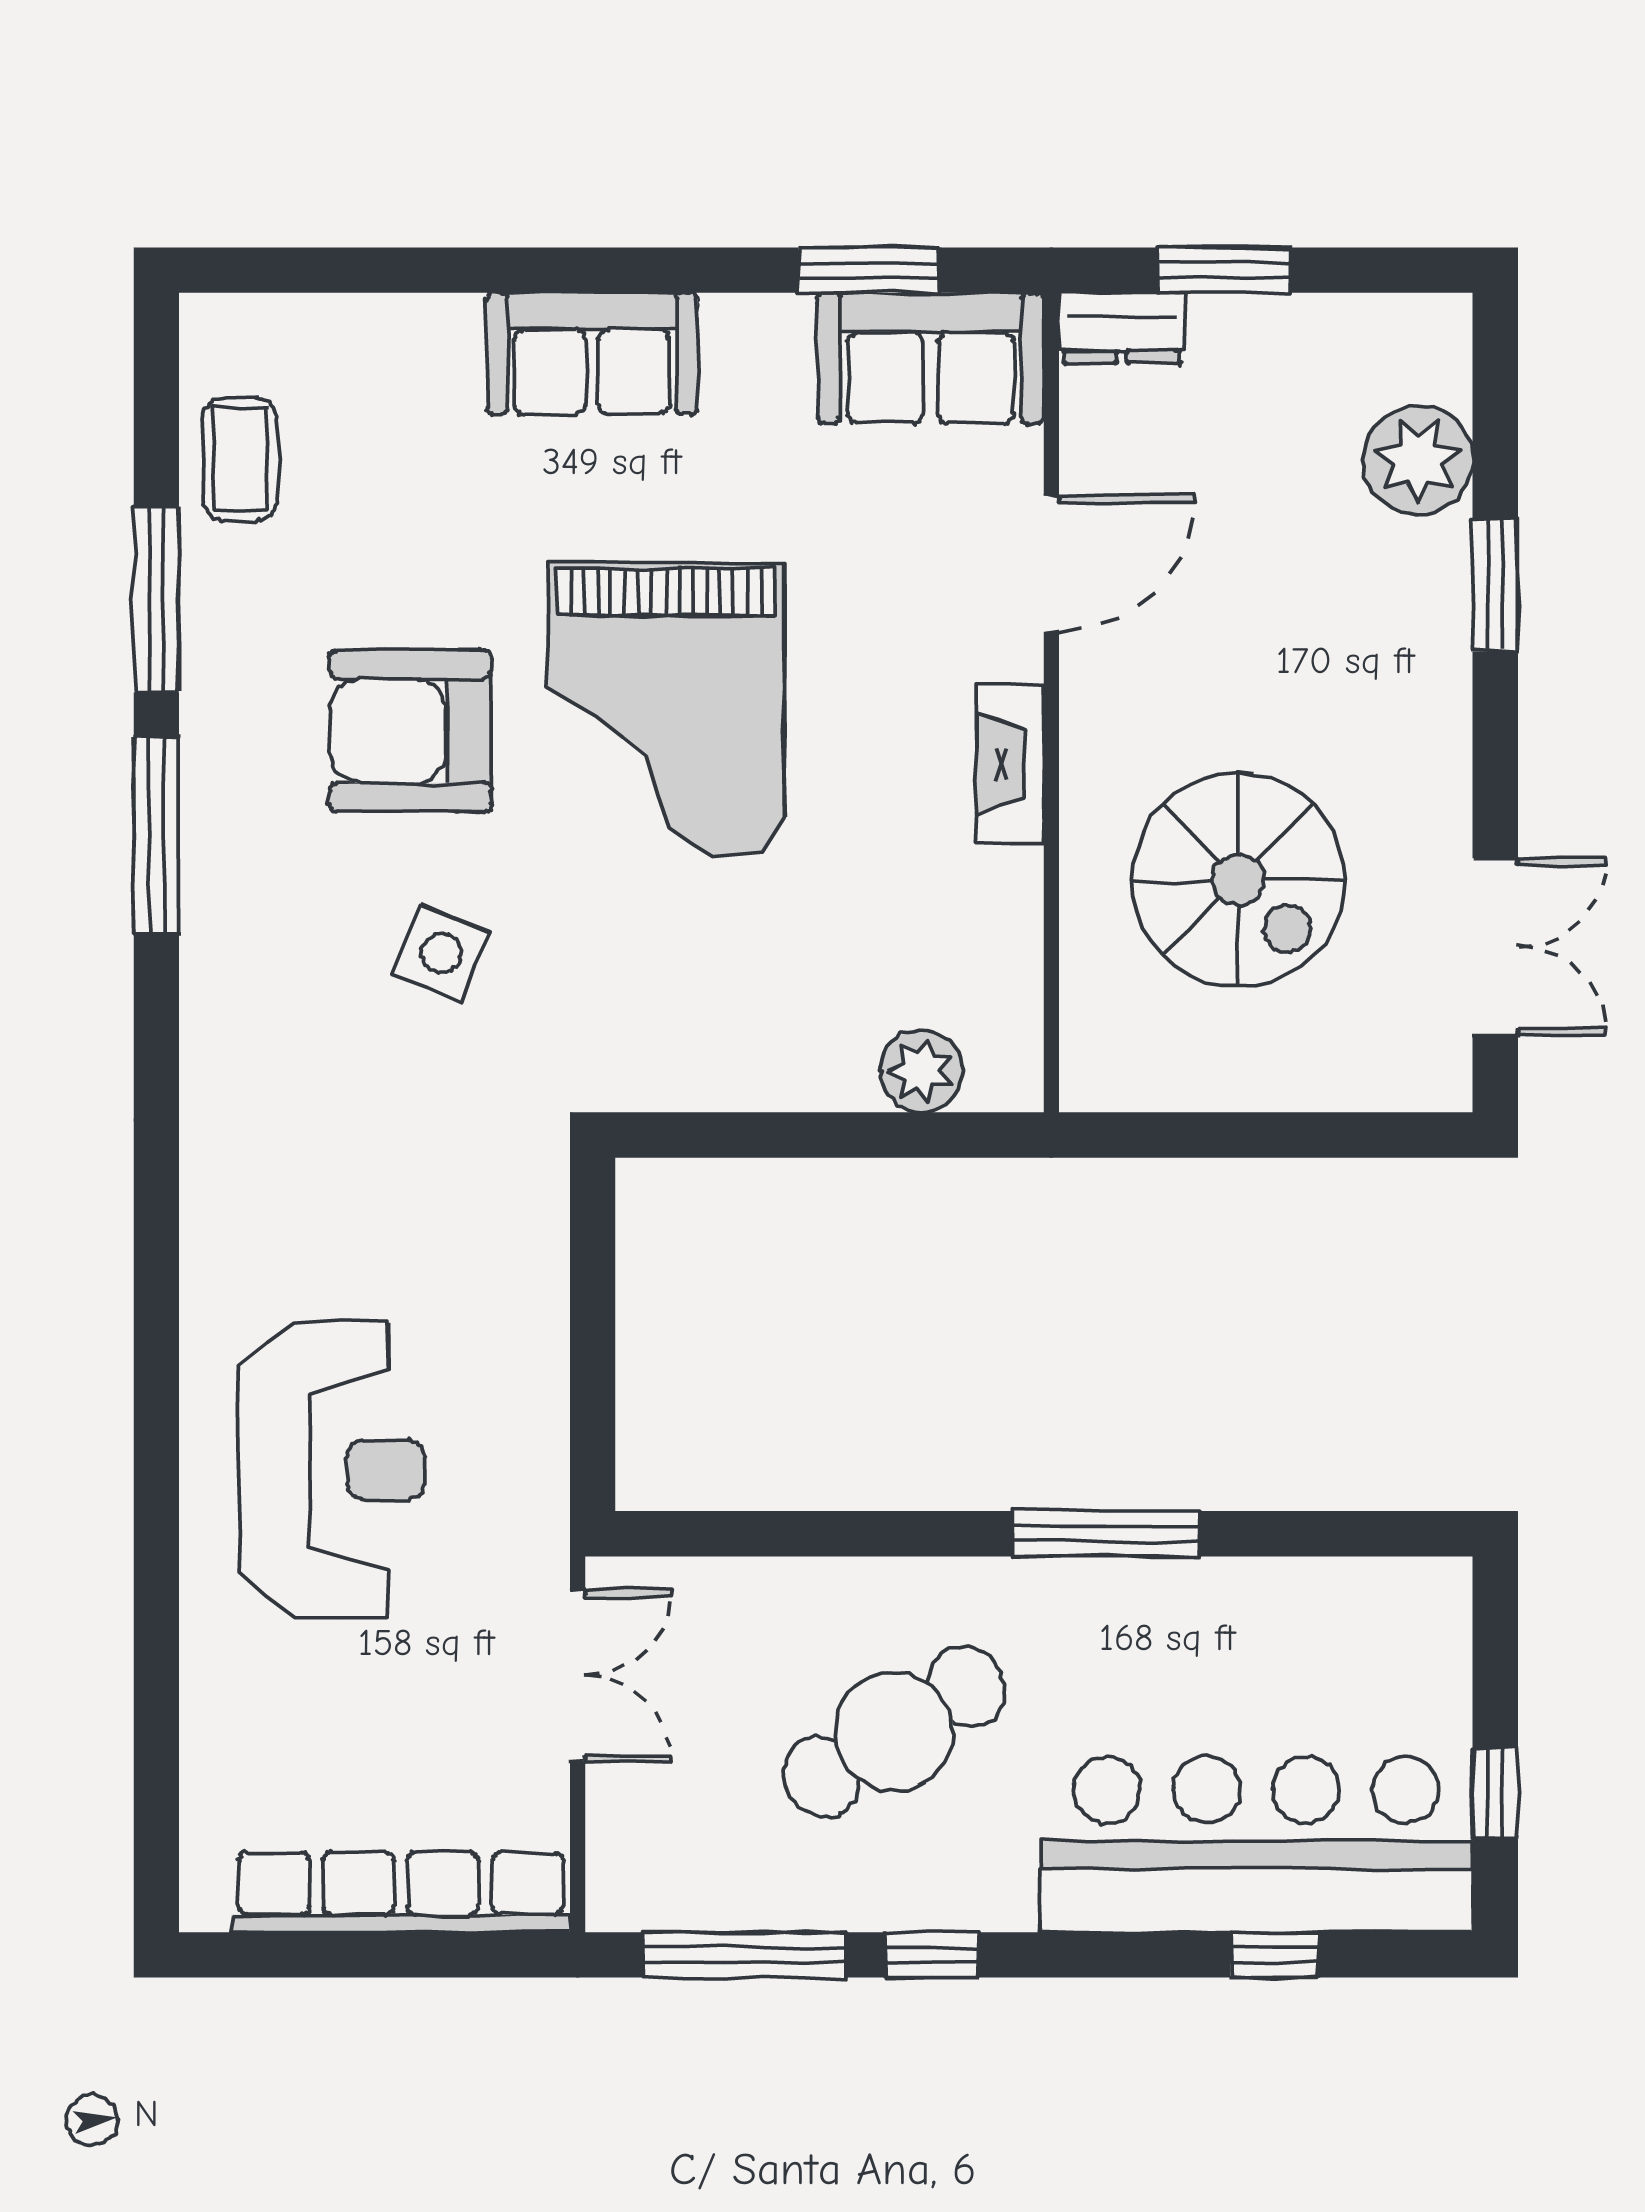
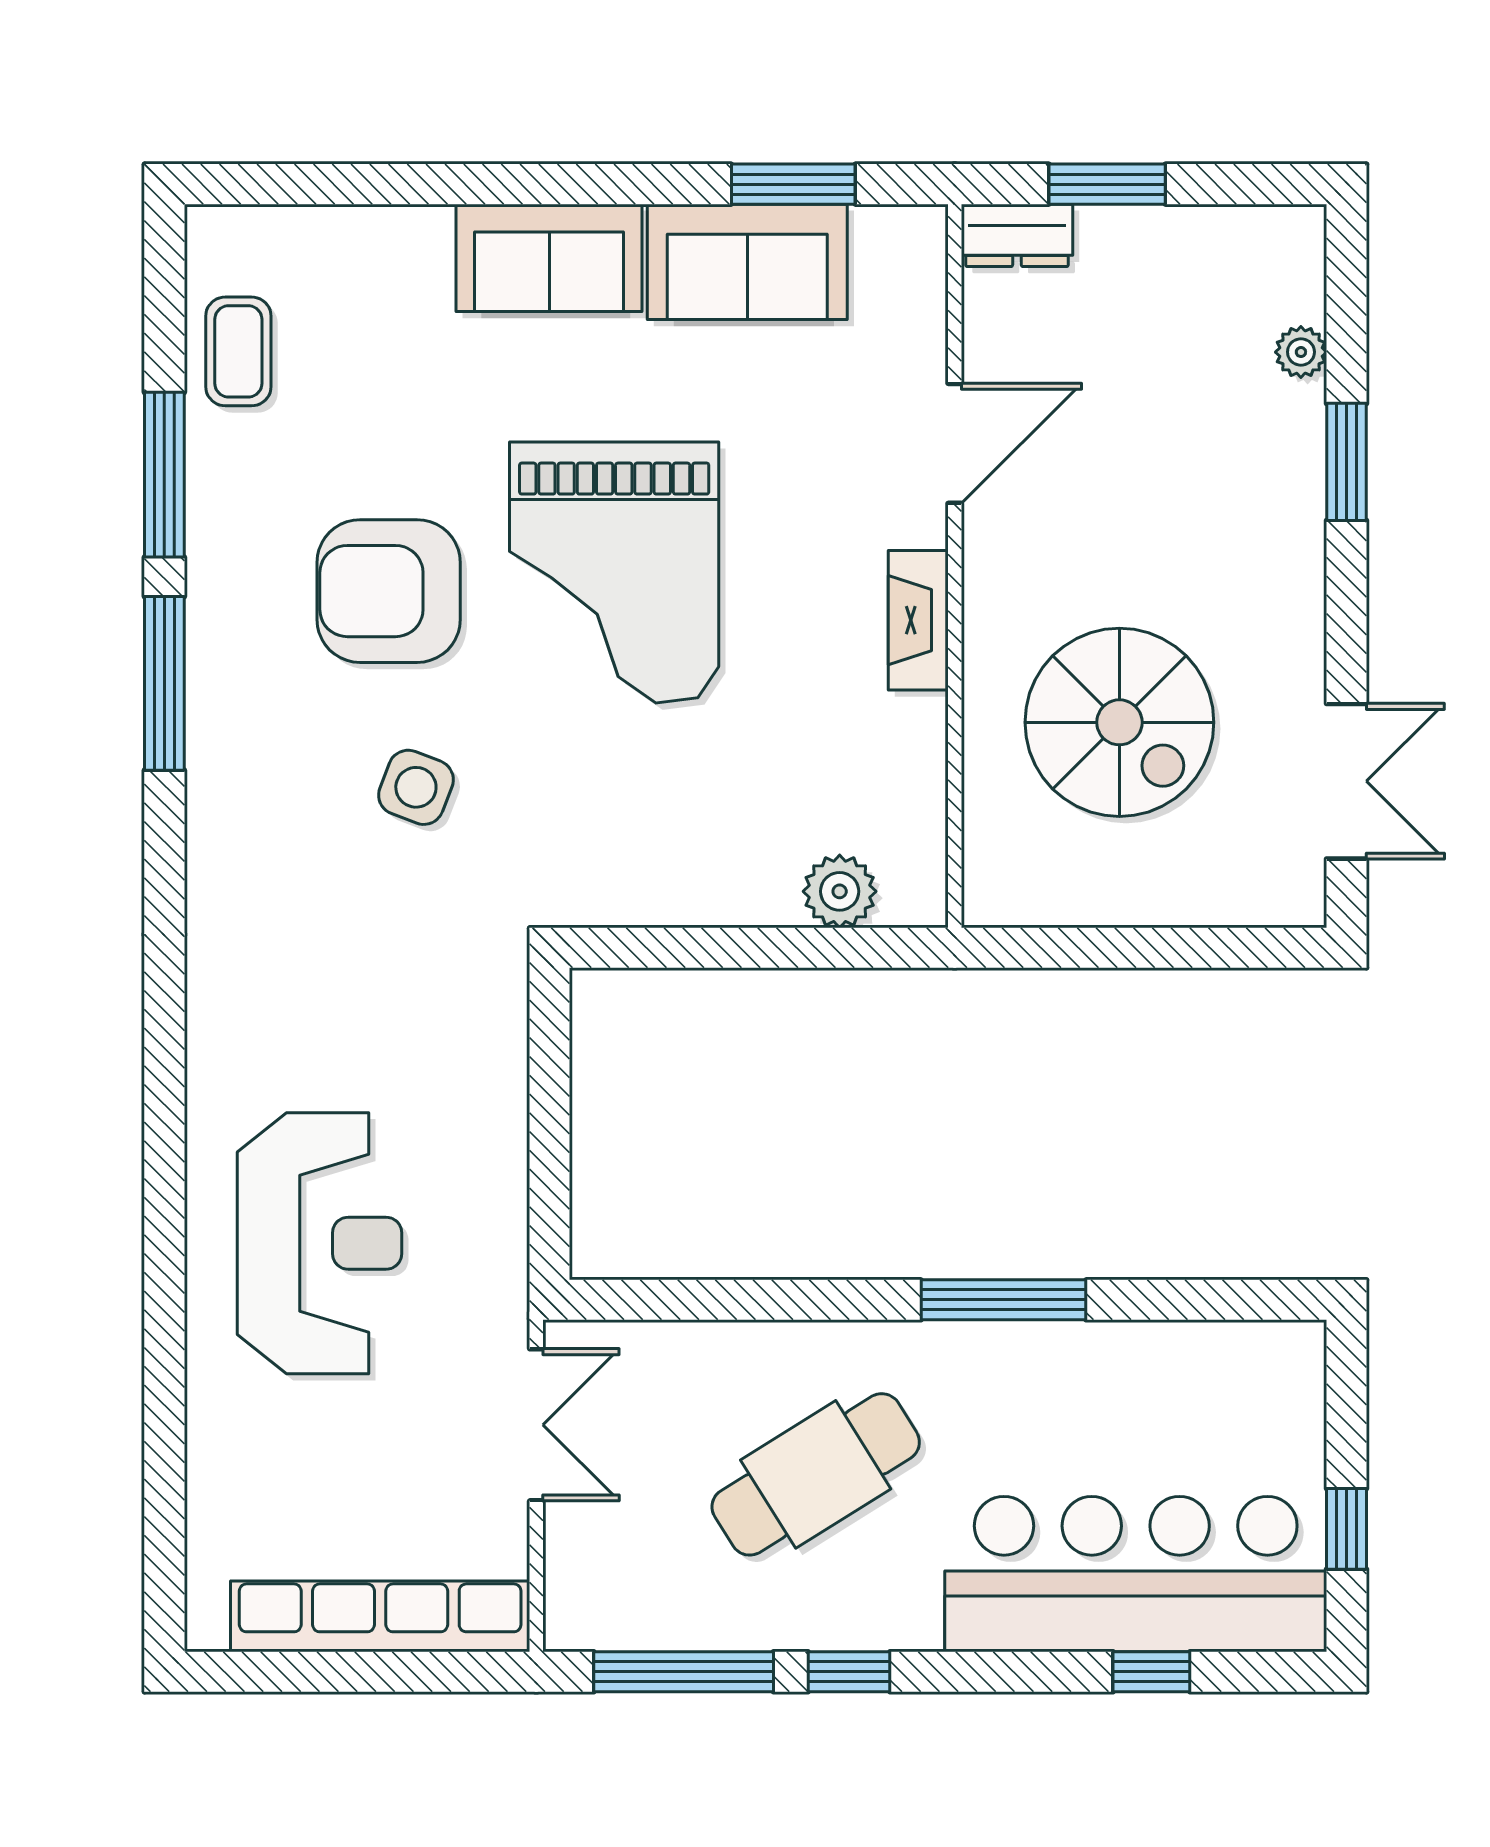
sofa: (931, 358) -> (747, 262), moved
plant: (1418, 460) -> (1301, 352), width x0.53, depth x0.53

